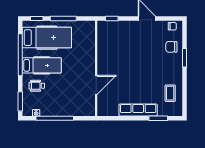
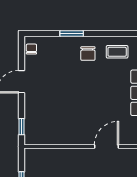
chair: (171, 47) -> (88, 54), moved
door: (96, 85) -> (106, 147), hinge flipped

